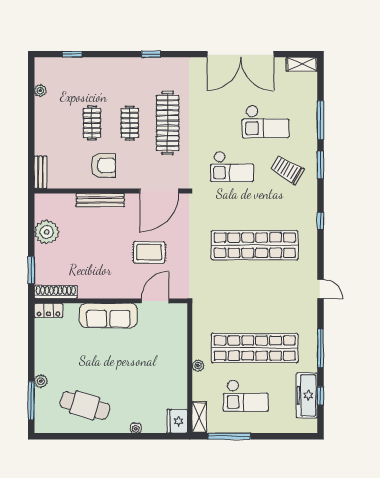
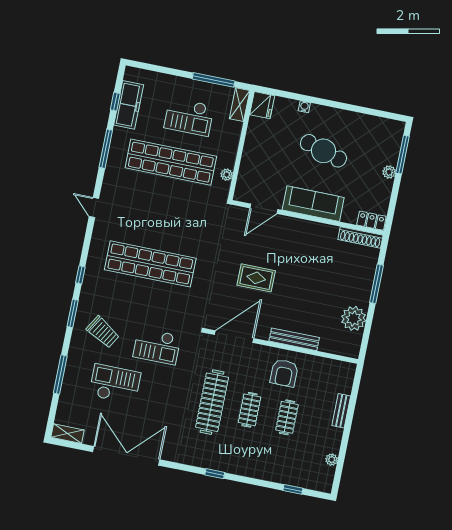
armchair: (103, 165) -> (284, 373), turned -90
window: (320, 165) -> (73, 313), moved
checkout: (232, 167) -> (157, 346), turned 180
bench: (40, 172) -> (341, 411), moved
window: (31, 270) -> (376, 284), width x1.44
shoe rack: (56, 292) -> (360, 237), moved
wall: (111, 301) -> (308, 218), moved
door: (155, 301) -> (264, 209), moved
locker: (48, 310) -> (371, 221), moved
sofa: (108, 315) -> (313, 204), moved
plant: (198, 366) -> (227, 175), moved
checkout: (246, 396) -> (189, 117), turned 180
cafe table: (85, 405) -> (323, 151), moved

